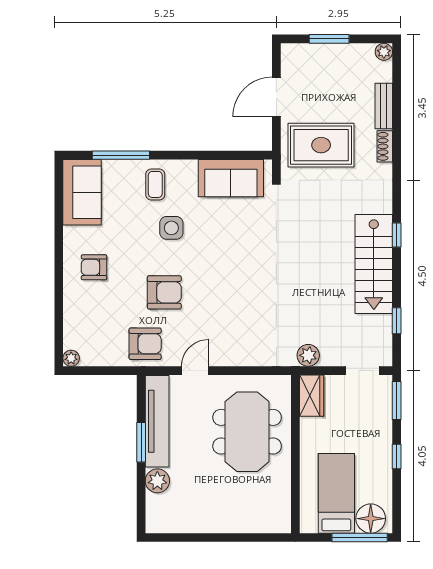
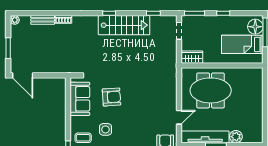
door: (276, 97) -> (23, 75), moved
rug: (321, 145) -> (63, 52), removed
armchair: (164, 292) -> (111, 97), moved, turned 86
plant: (308, 355) -> (171, 59), removed
door: (195, 371) -> (179, 117), swing flipped

